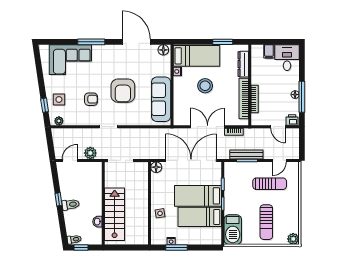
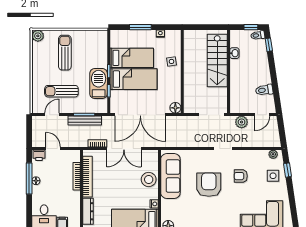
stool: (205, 86) -> (149, 179), moved
window: (59, 199) -> (269, 45), moved
toilet: (71, 205) -> (264, 90), moved
barbecue: (233, 230) -> (99, 84), moved
window: (176, 248) -> (140, 27), moved

